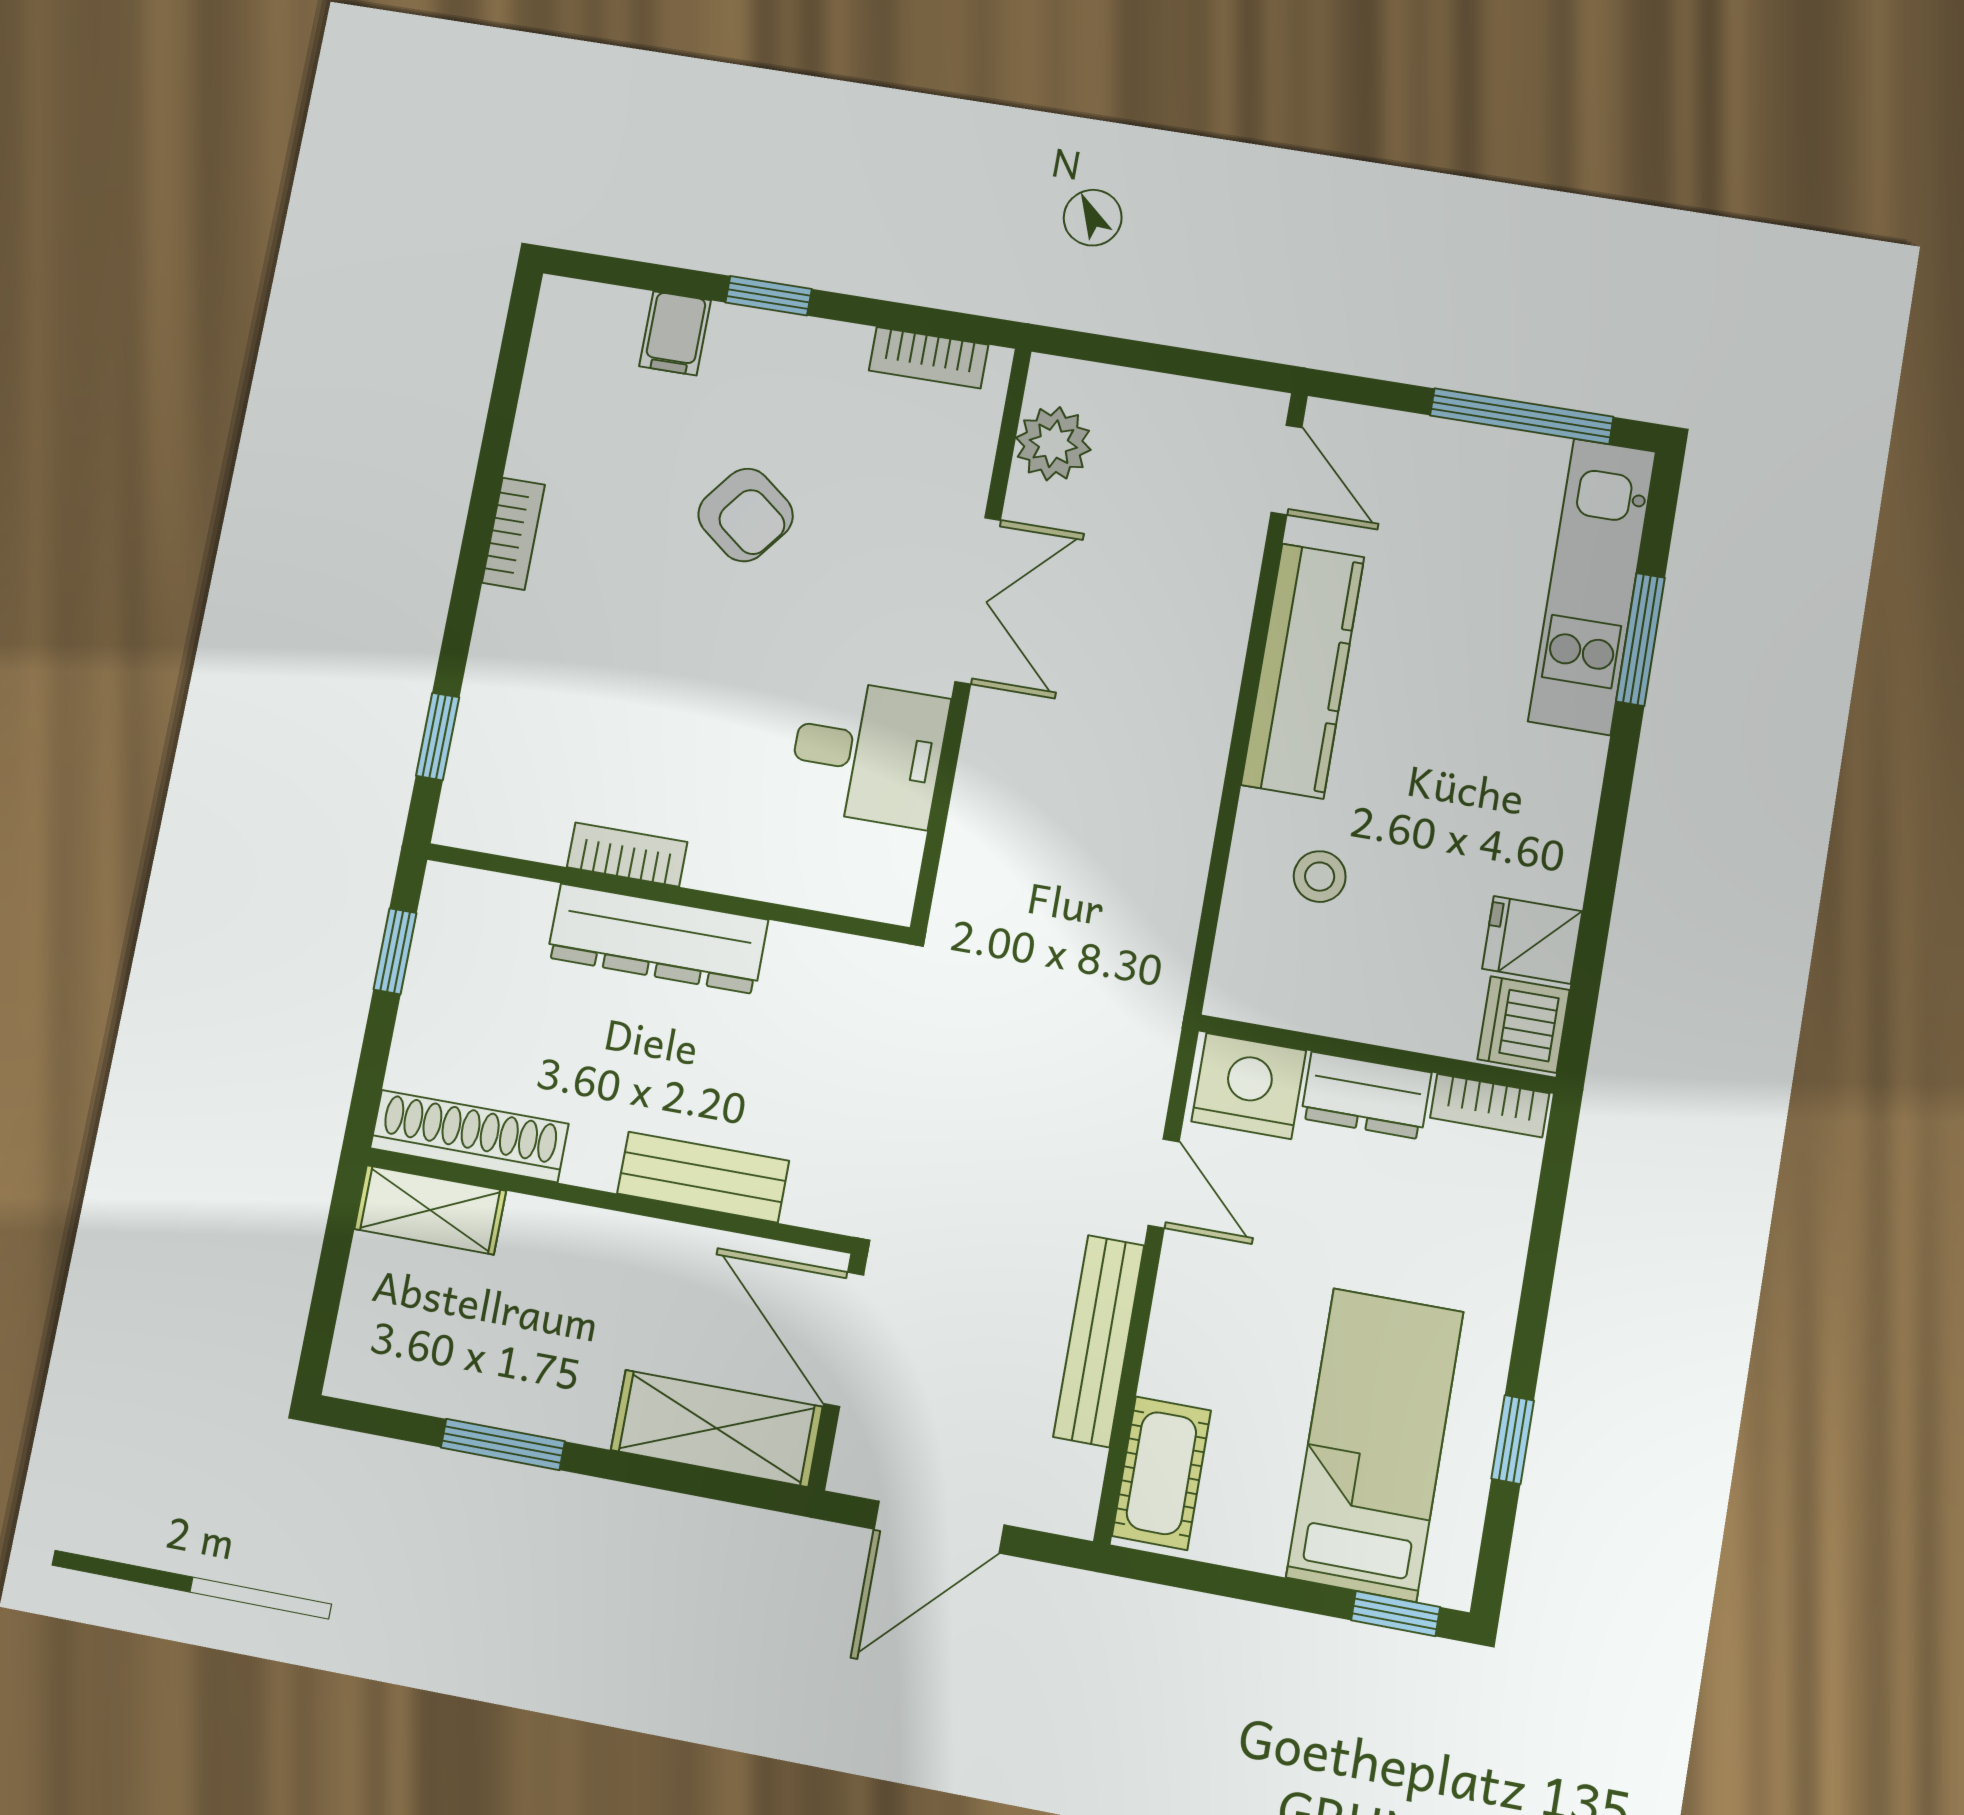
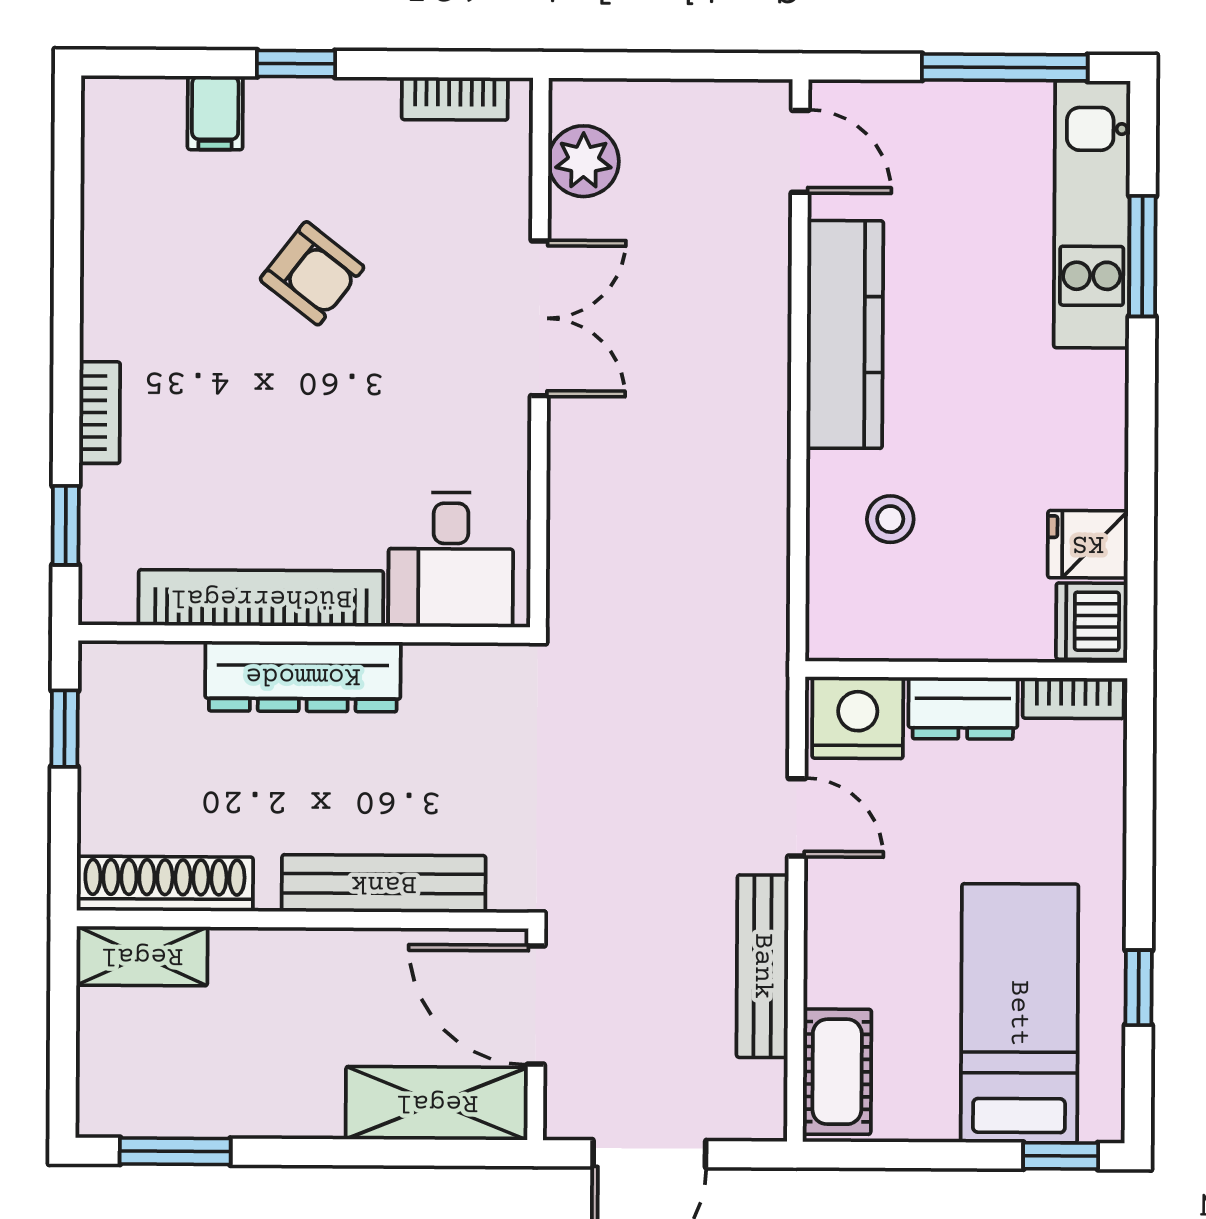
bookcase: (513, 534) -> (100, 413), moved
desk: (868, 753) -> (451, 560), moved, turned 90
bookcase: (627, 855) -> (261, 598), width x2.31, depth x1.31
bench: (703, 1177) -> (384, 884), width x1.36
window: (503, 1444) -> (175, 1151), moved

